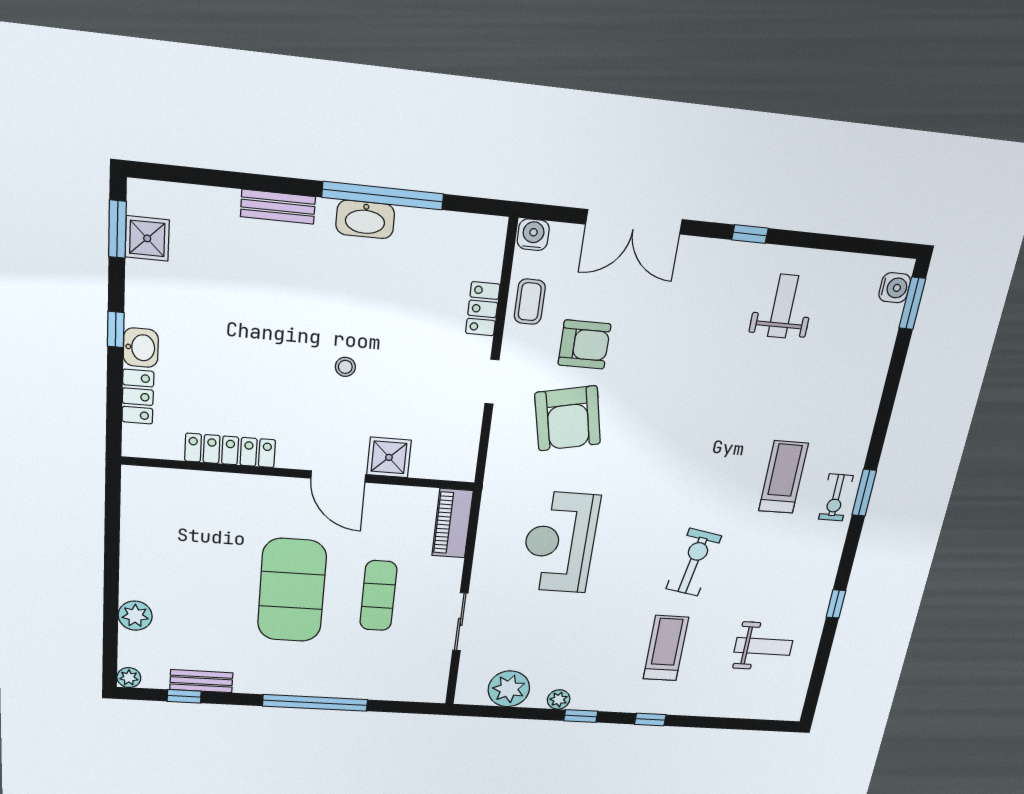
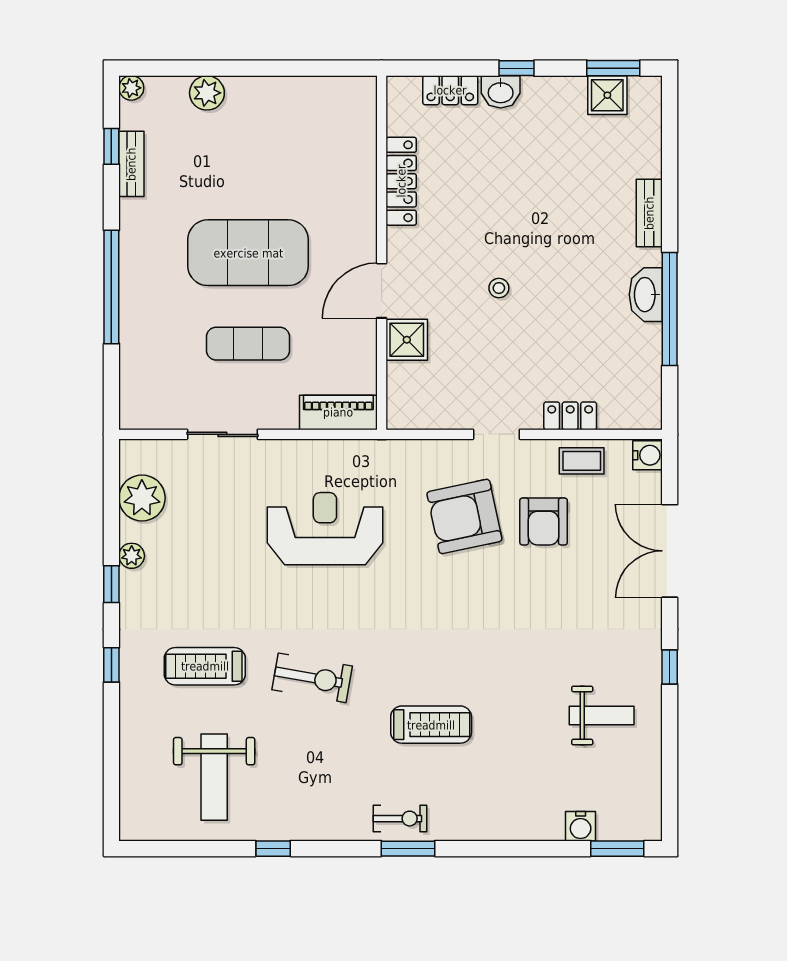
water cooler: (895, 288) -> (581, 826), moved
treadmill: (783, 477) -> (431, 725), moved
exercise bike: (836, 497) -> (400, 819), turned 180
weight bench: (763, 646) -> (214, 777), width x1.36, depth x1.33
treadmill: (666, 648) -> (205, 666), turned 180

